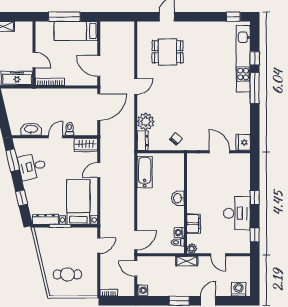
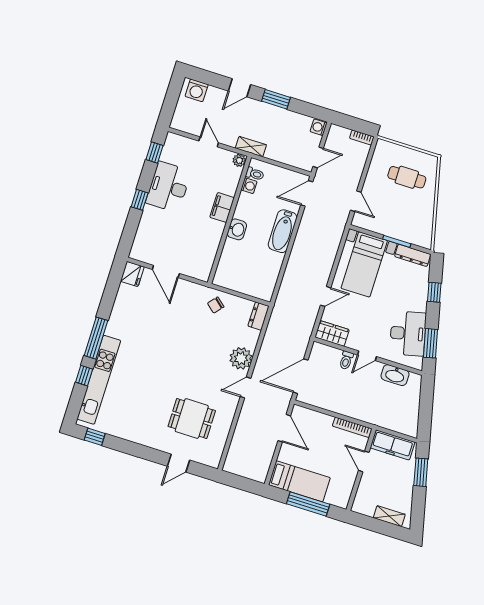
plant: (146, 121) -> (241, 358), moved
desk: (32, 166) -> (408, 334), width x1.37
bathtub: (145, 172) -> (283, 231), moved
filing cabinet: (194, 224) -> (222, 207), moved
door: (99, 246) -> (356, 201), swing flipped
door: (136, 268) -> (318, 157), hinge flipped

